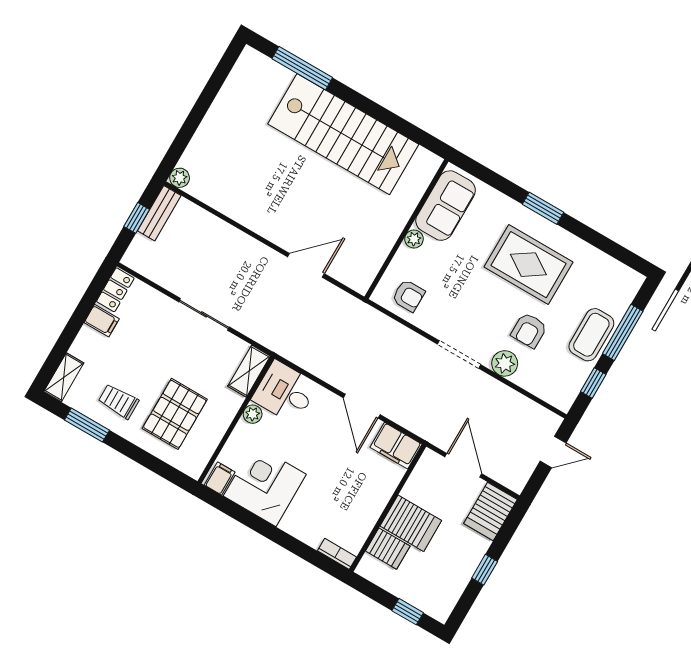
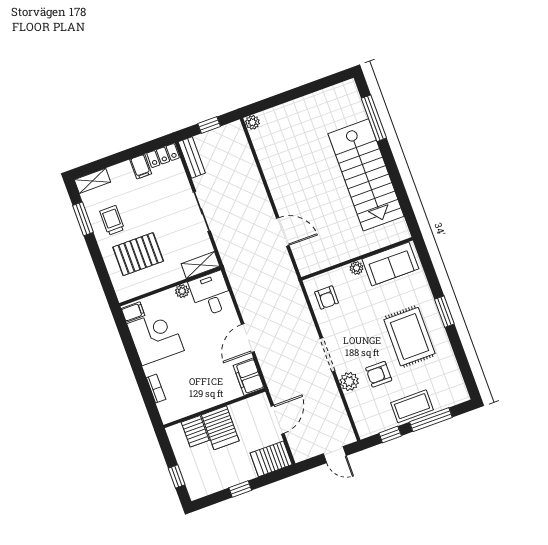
bench: (159, 213) -> (192, 157), moved, turned 90
bookcase: (337, 554) -> (156, 389), moved

